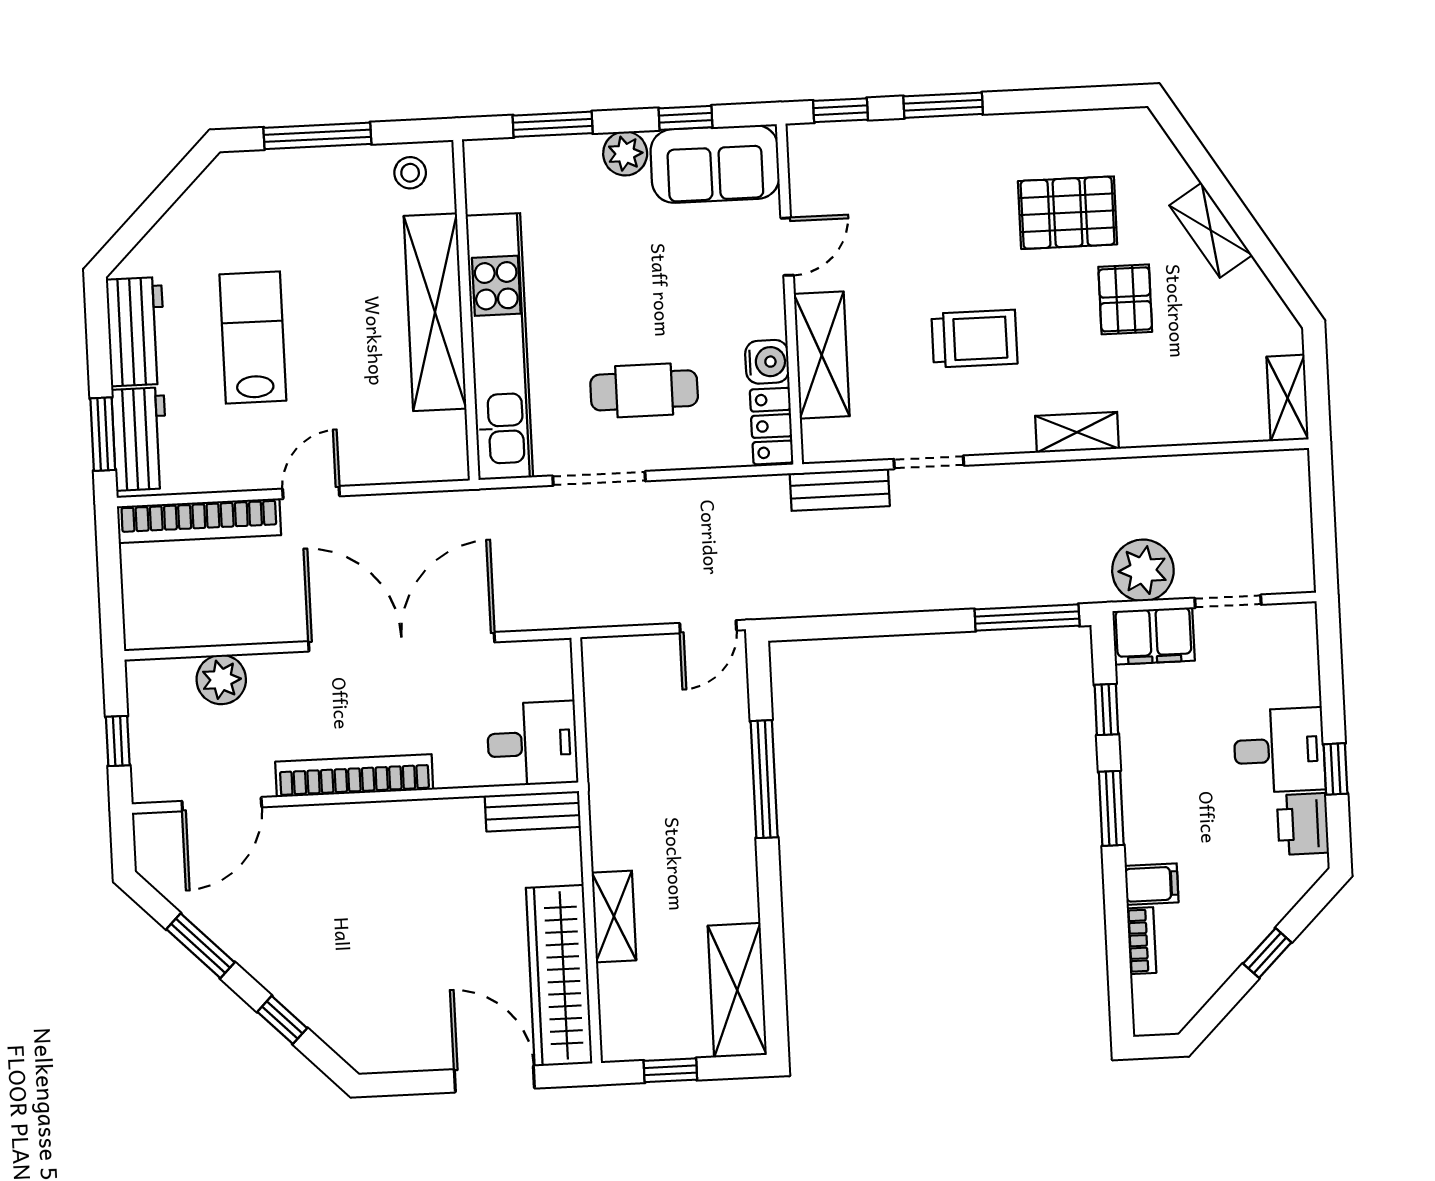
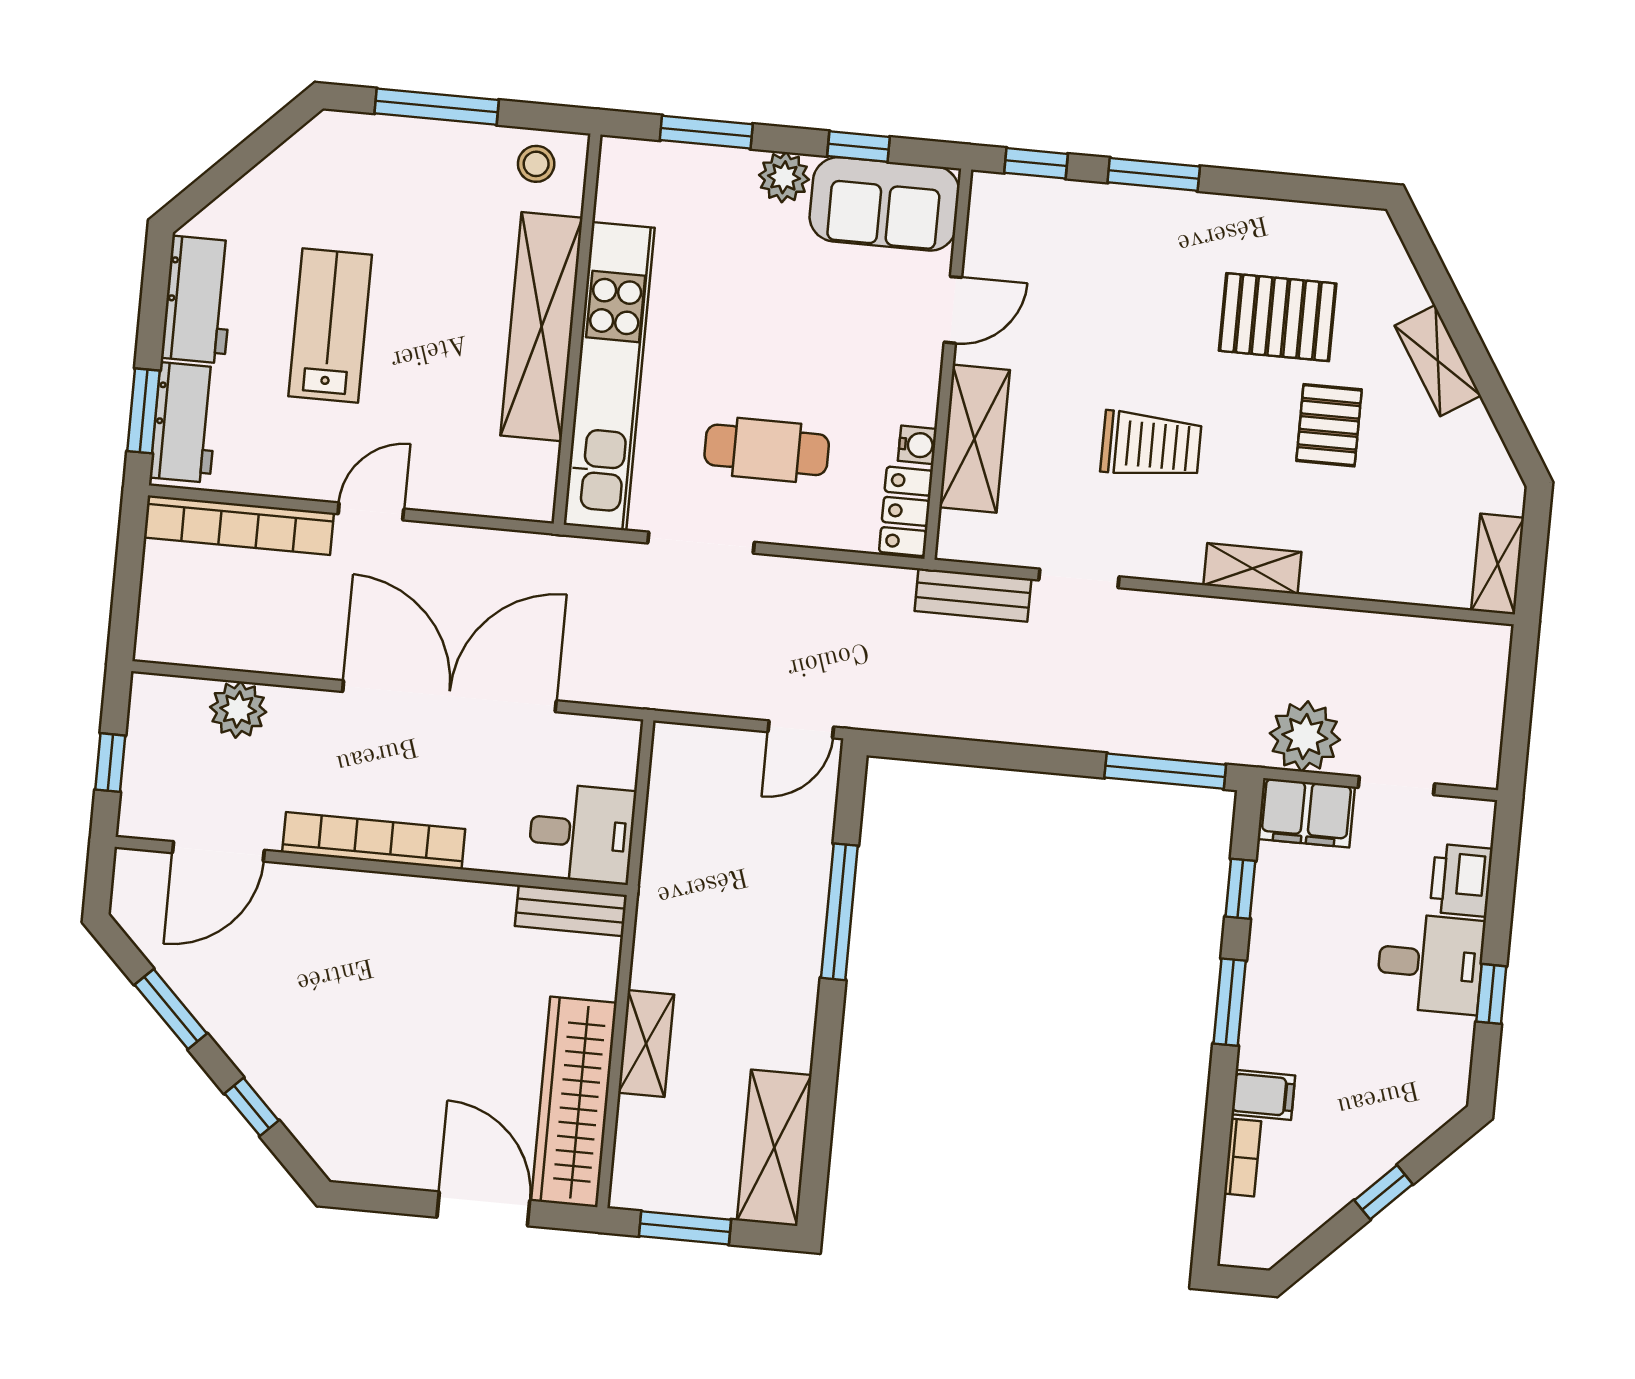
water cooler: (767, 362) -> (917, 445), width x0.72, depth x0.72
printer: (1303, 824) -> (1461, 880), moved
window: (670, 1070) -> (685, 1228), width x1.50

